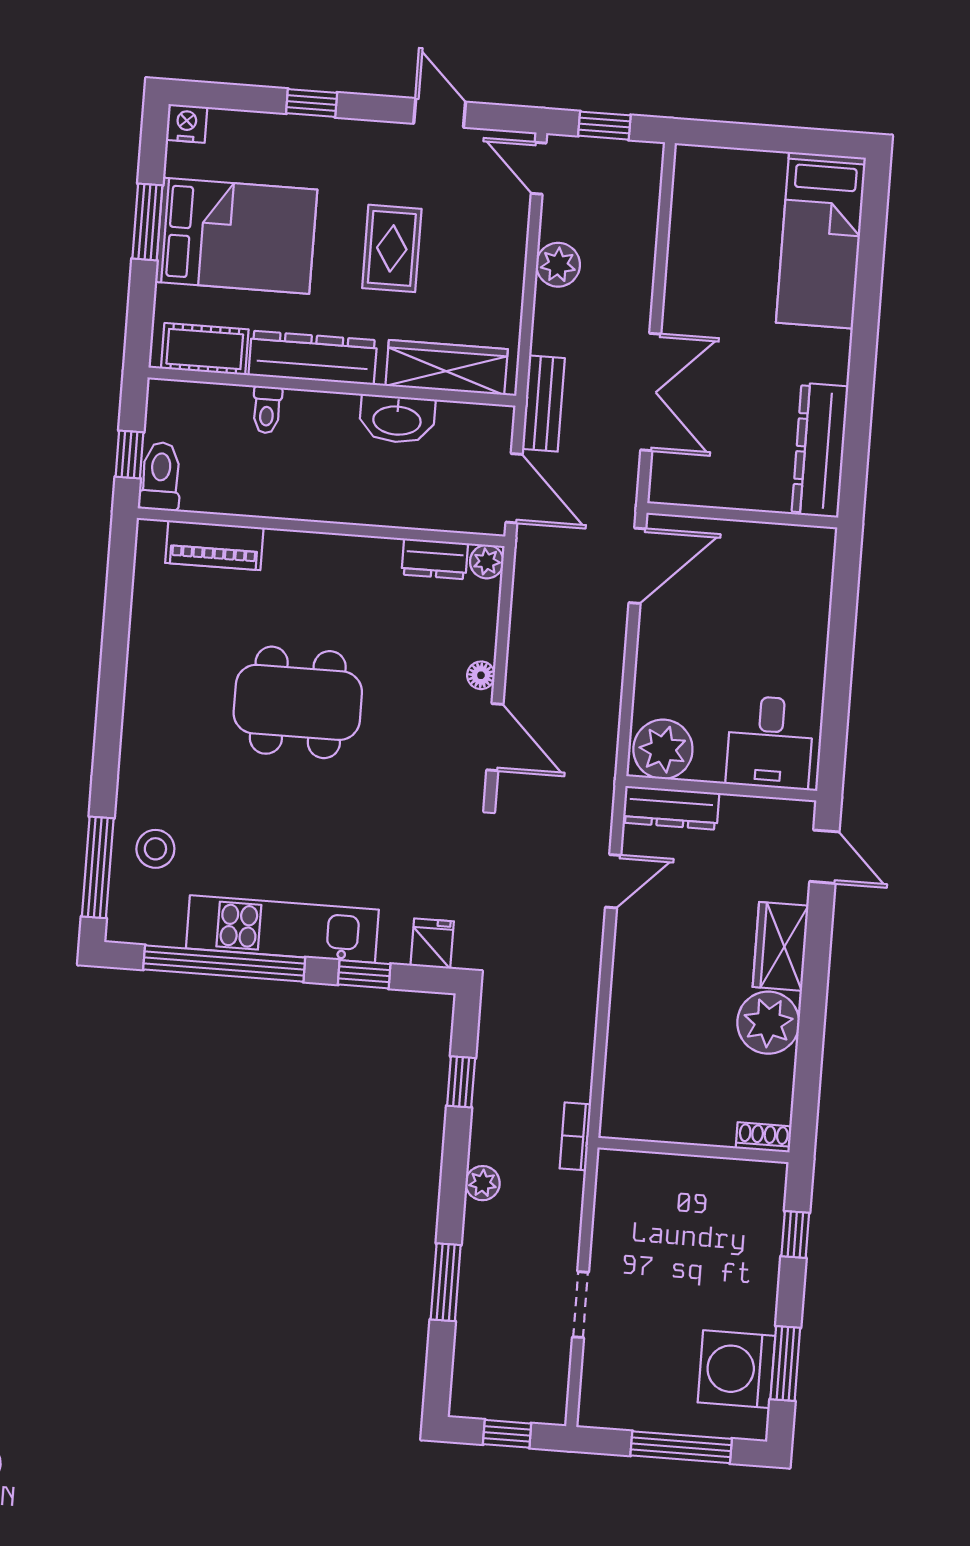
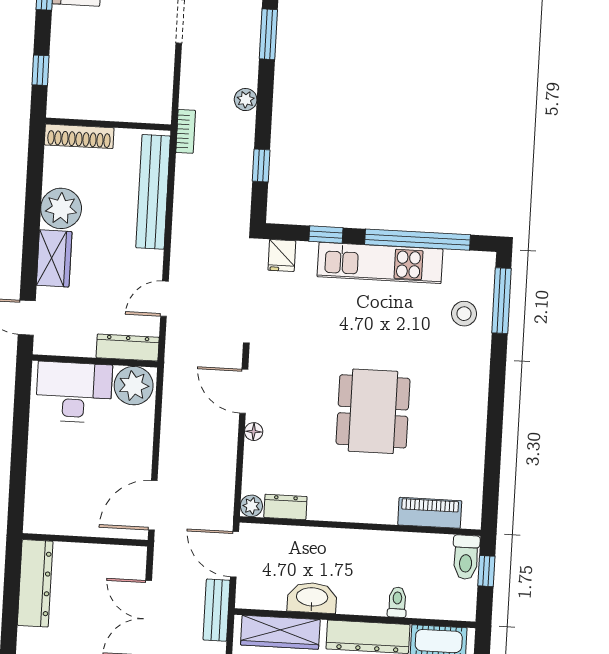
dining table: (298, 702) -> (373, 411), turned 90
desk: (770, 742) -> (74, 392), width x1.37
bench: (627, 1045) -> (153, 192), added
shoe rack: (764, 1137) -> (79, 136), width x1.94, depth x1.24

